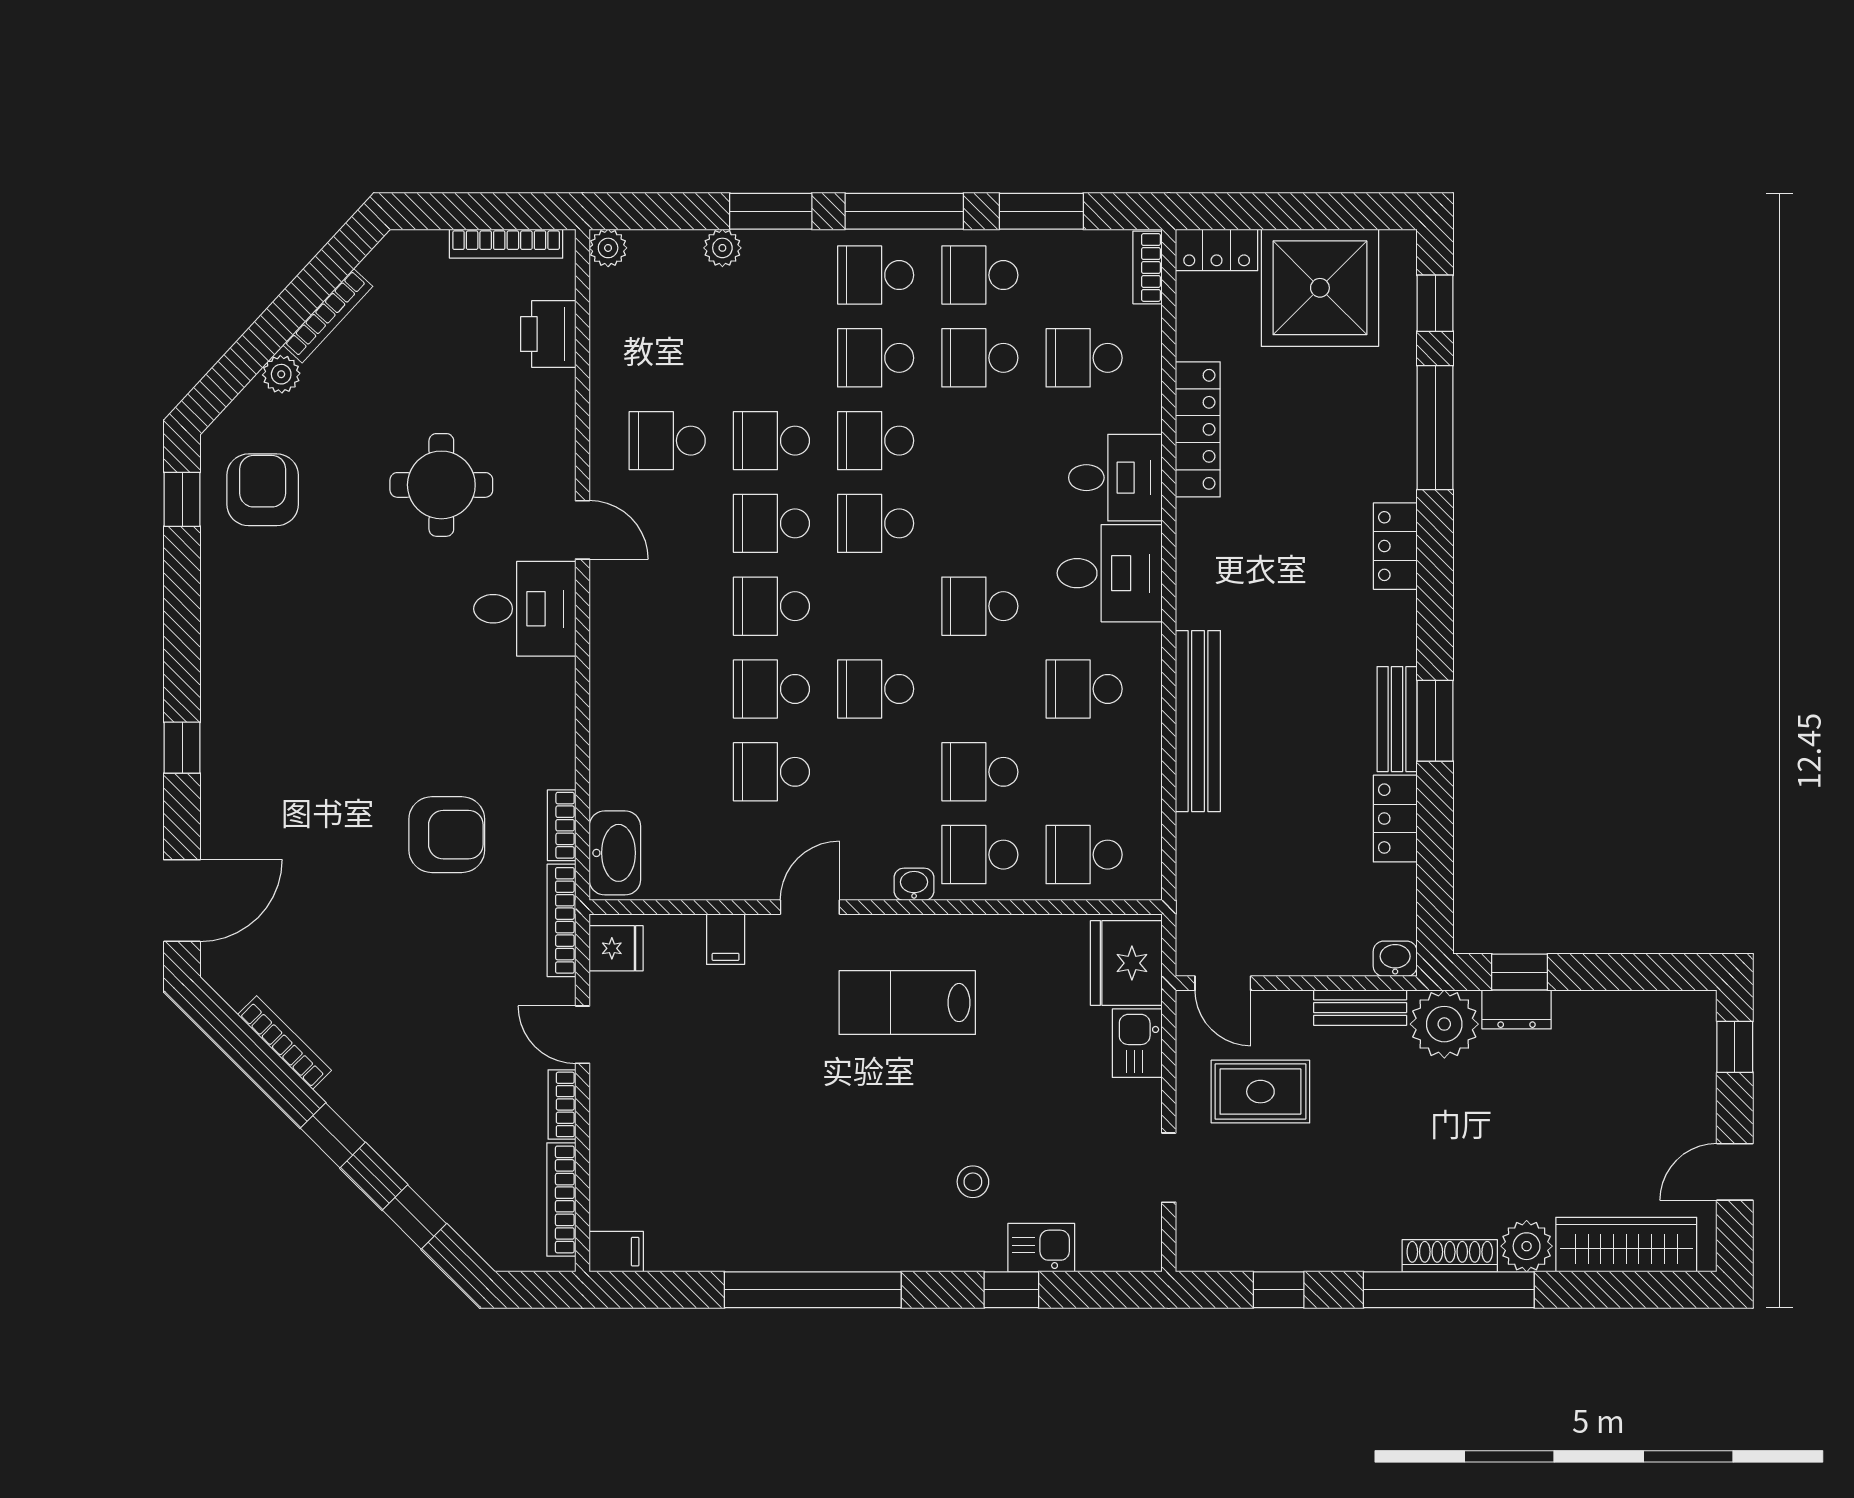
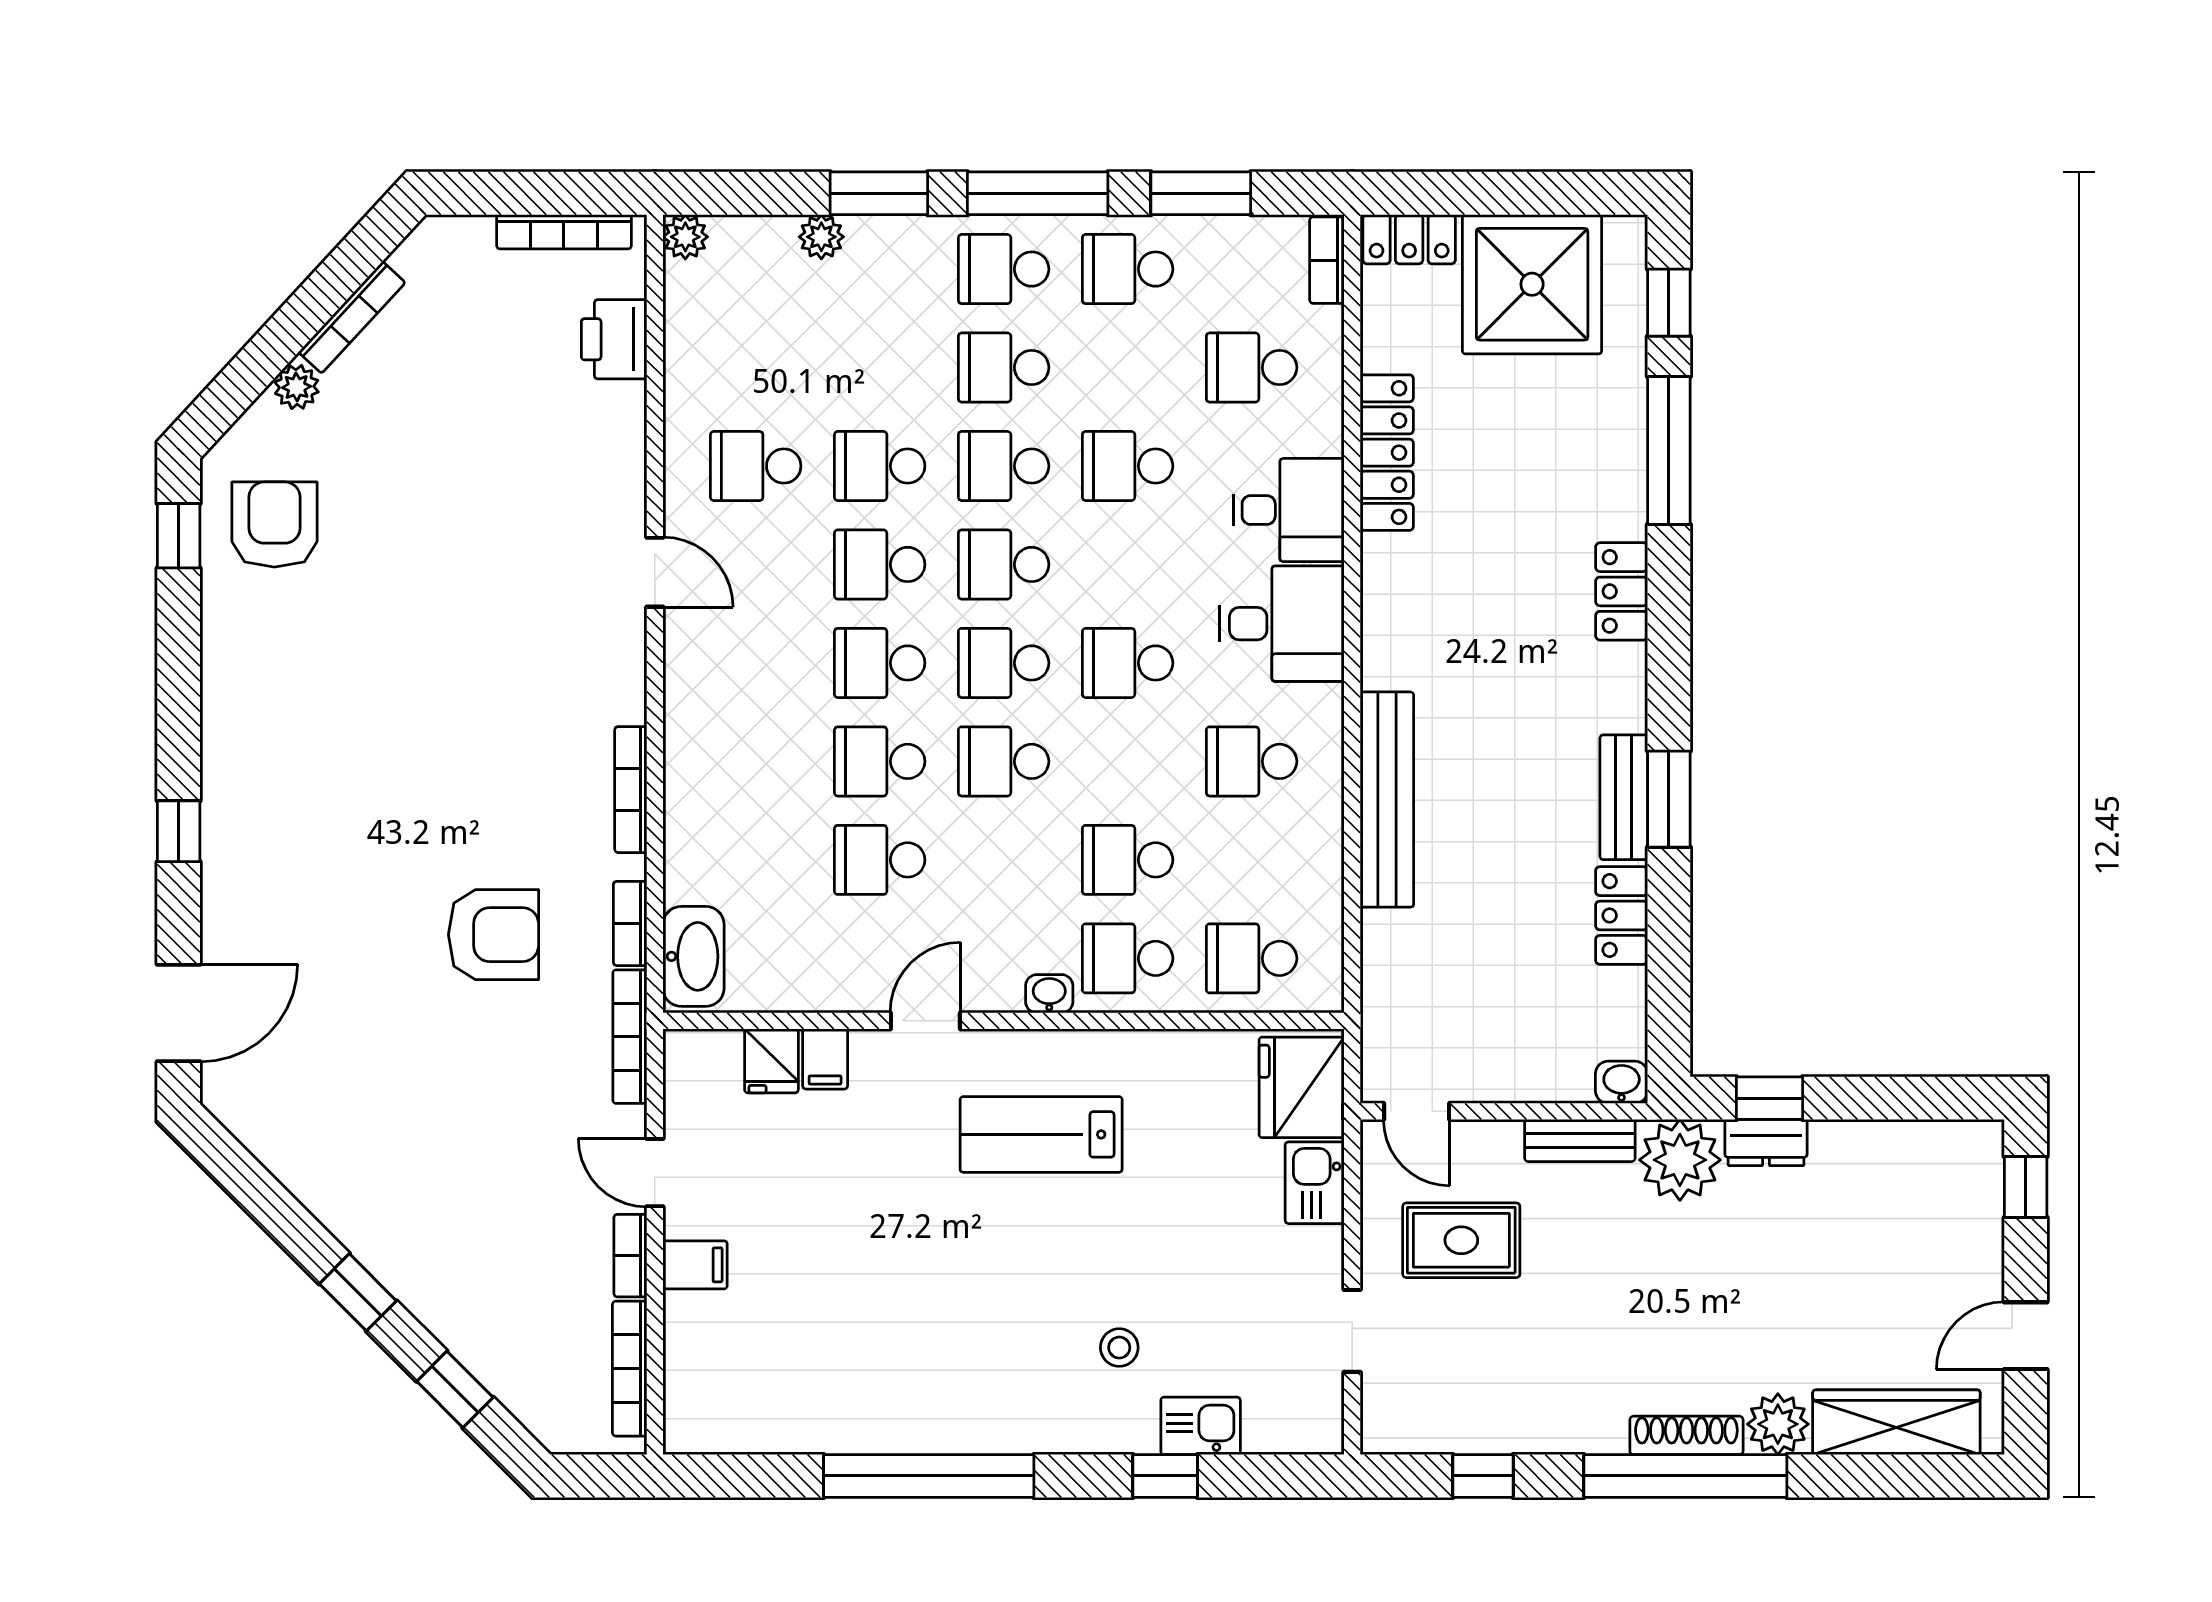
school desk: (980, 358) -> (1128, 466), moved
round table: (441, 485) -> (487, 519), removed
school desk: (876, 606) -> (1004, 663), added
desk: (525, 609) -> (586, 666), removed
fridge: (616, 948) -> (771, 1061), moved, turned 90
bookcase: (285, 1043) -> (631, 790), moved, turned -135
filing cabinet: (616, 1252) -> (695, 1265), moved

